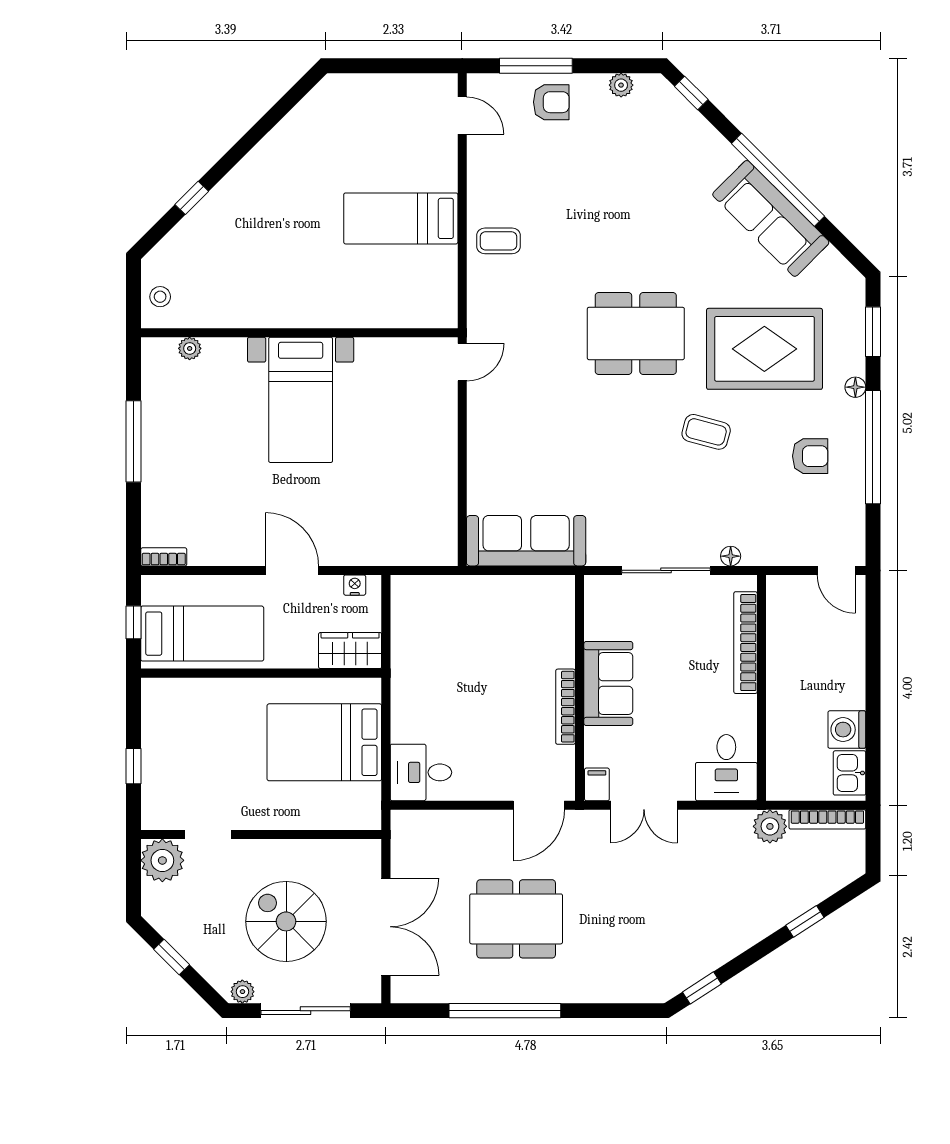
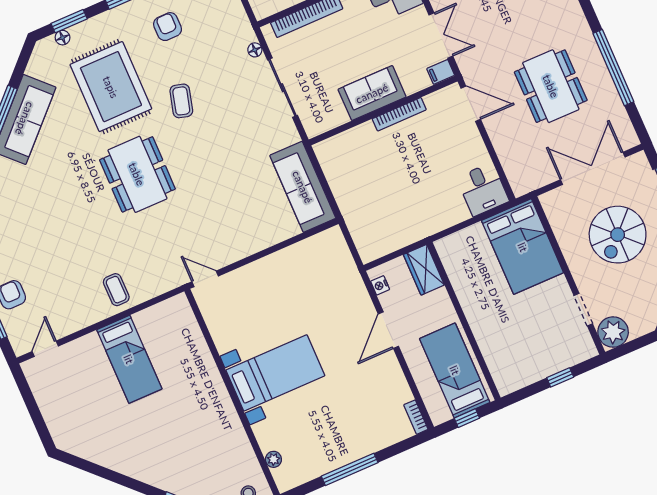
floor lamp: (855, 387) -> (63, 38), moved
bed: (324, 742) -> (523, 247), moved

